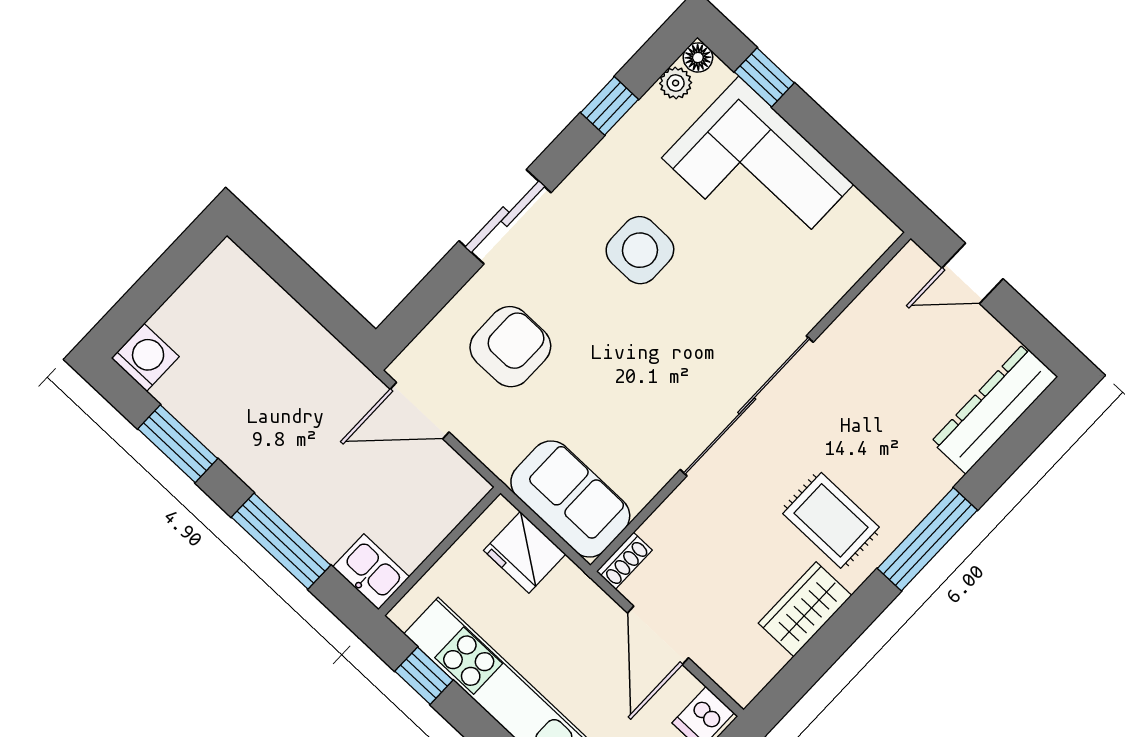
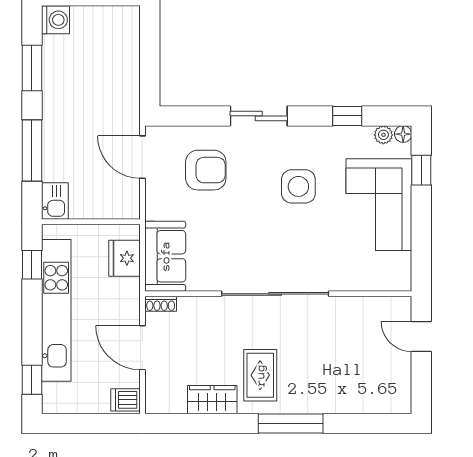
dresser: (994, 409) -> (373, 400), removed
door: (658, 635) -> (142, 348), hinge flipped

